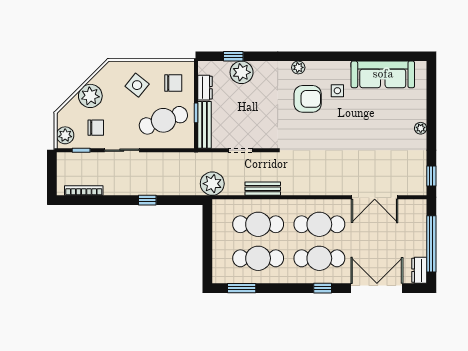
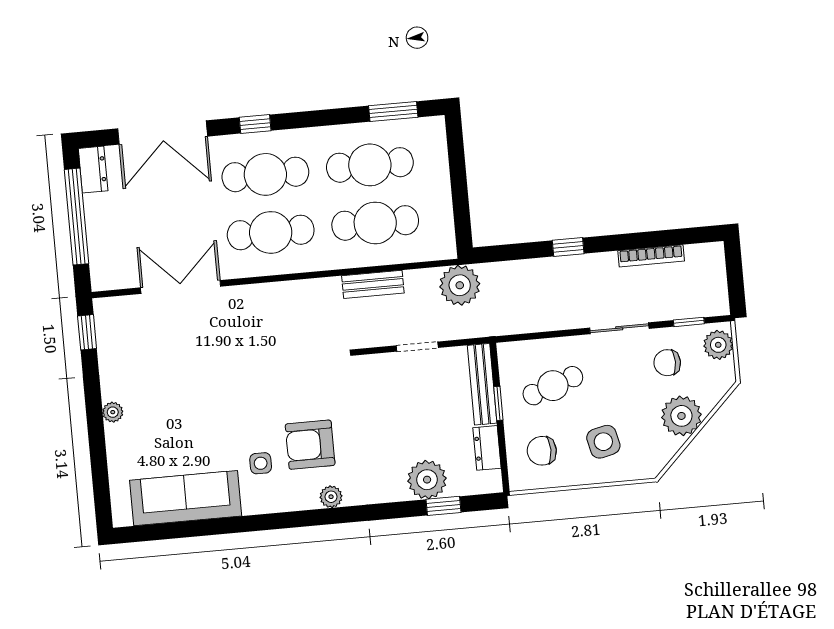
side table: (137, 85) -> (603, 442), turned 38
cafe table: (163, 120) -> (553, 386), width x0.73, depth x0.74
bookcase: (84, 191) -> (651, 256), moved

